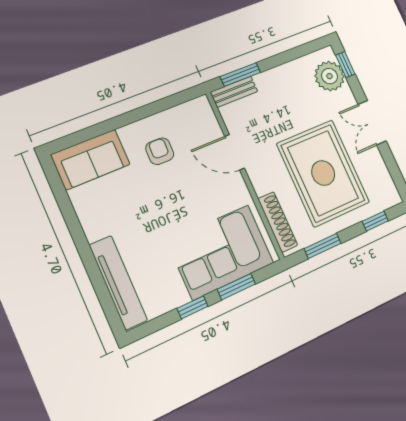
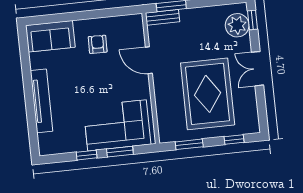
shoe rack: (278, 222) -> (163, 118), removed
tv unit: (118, 283) -> (42, 101), moved

